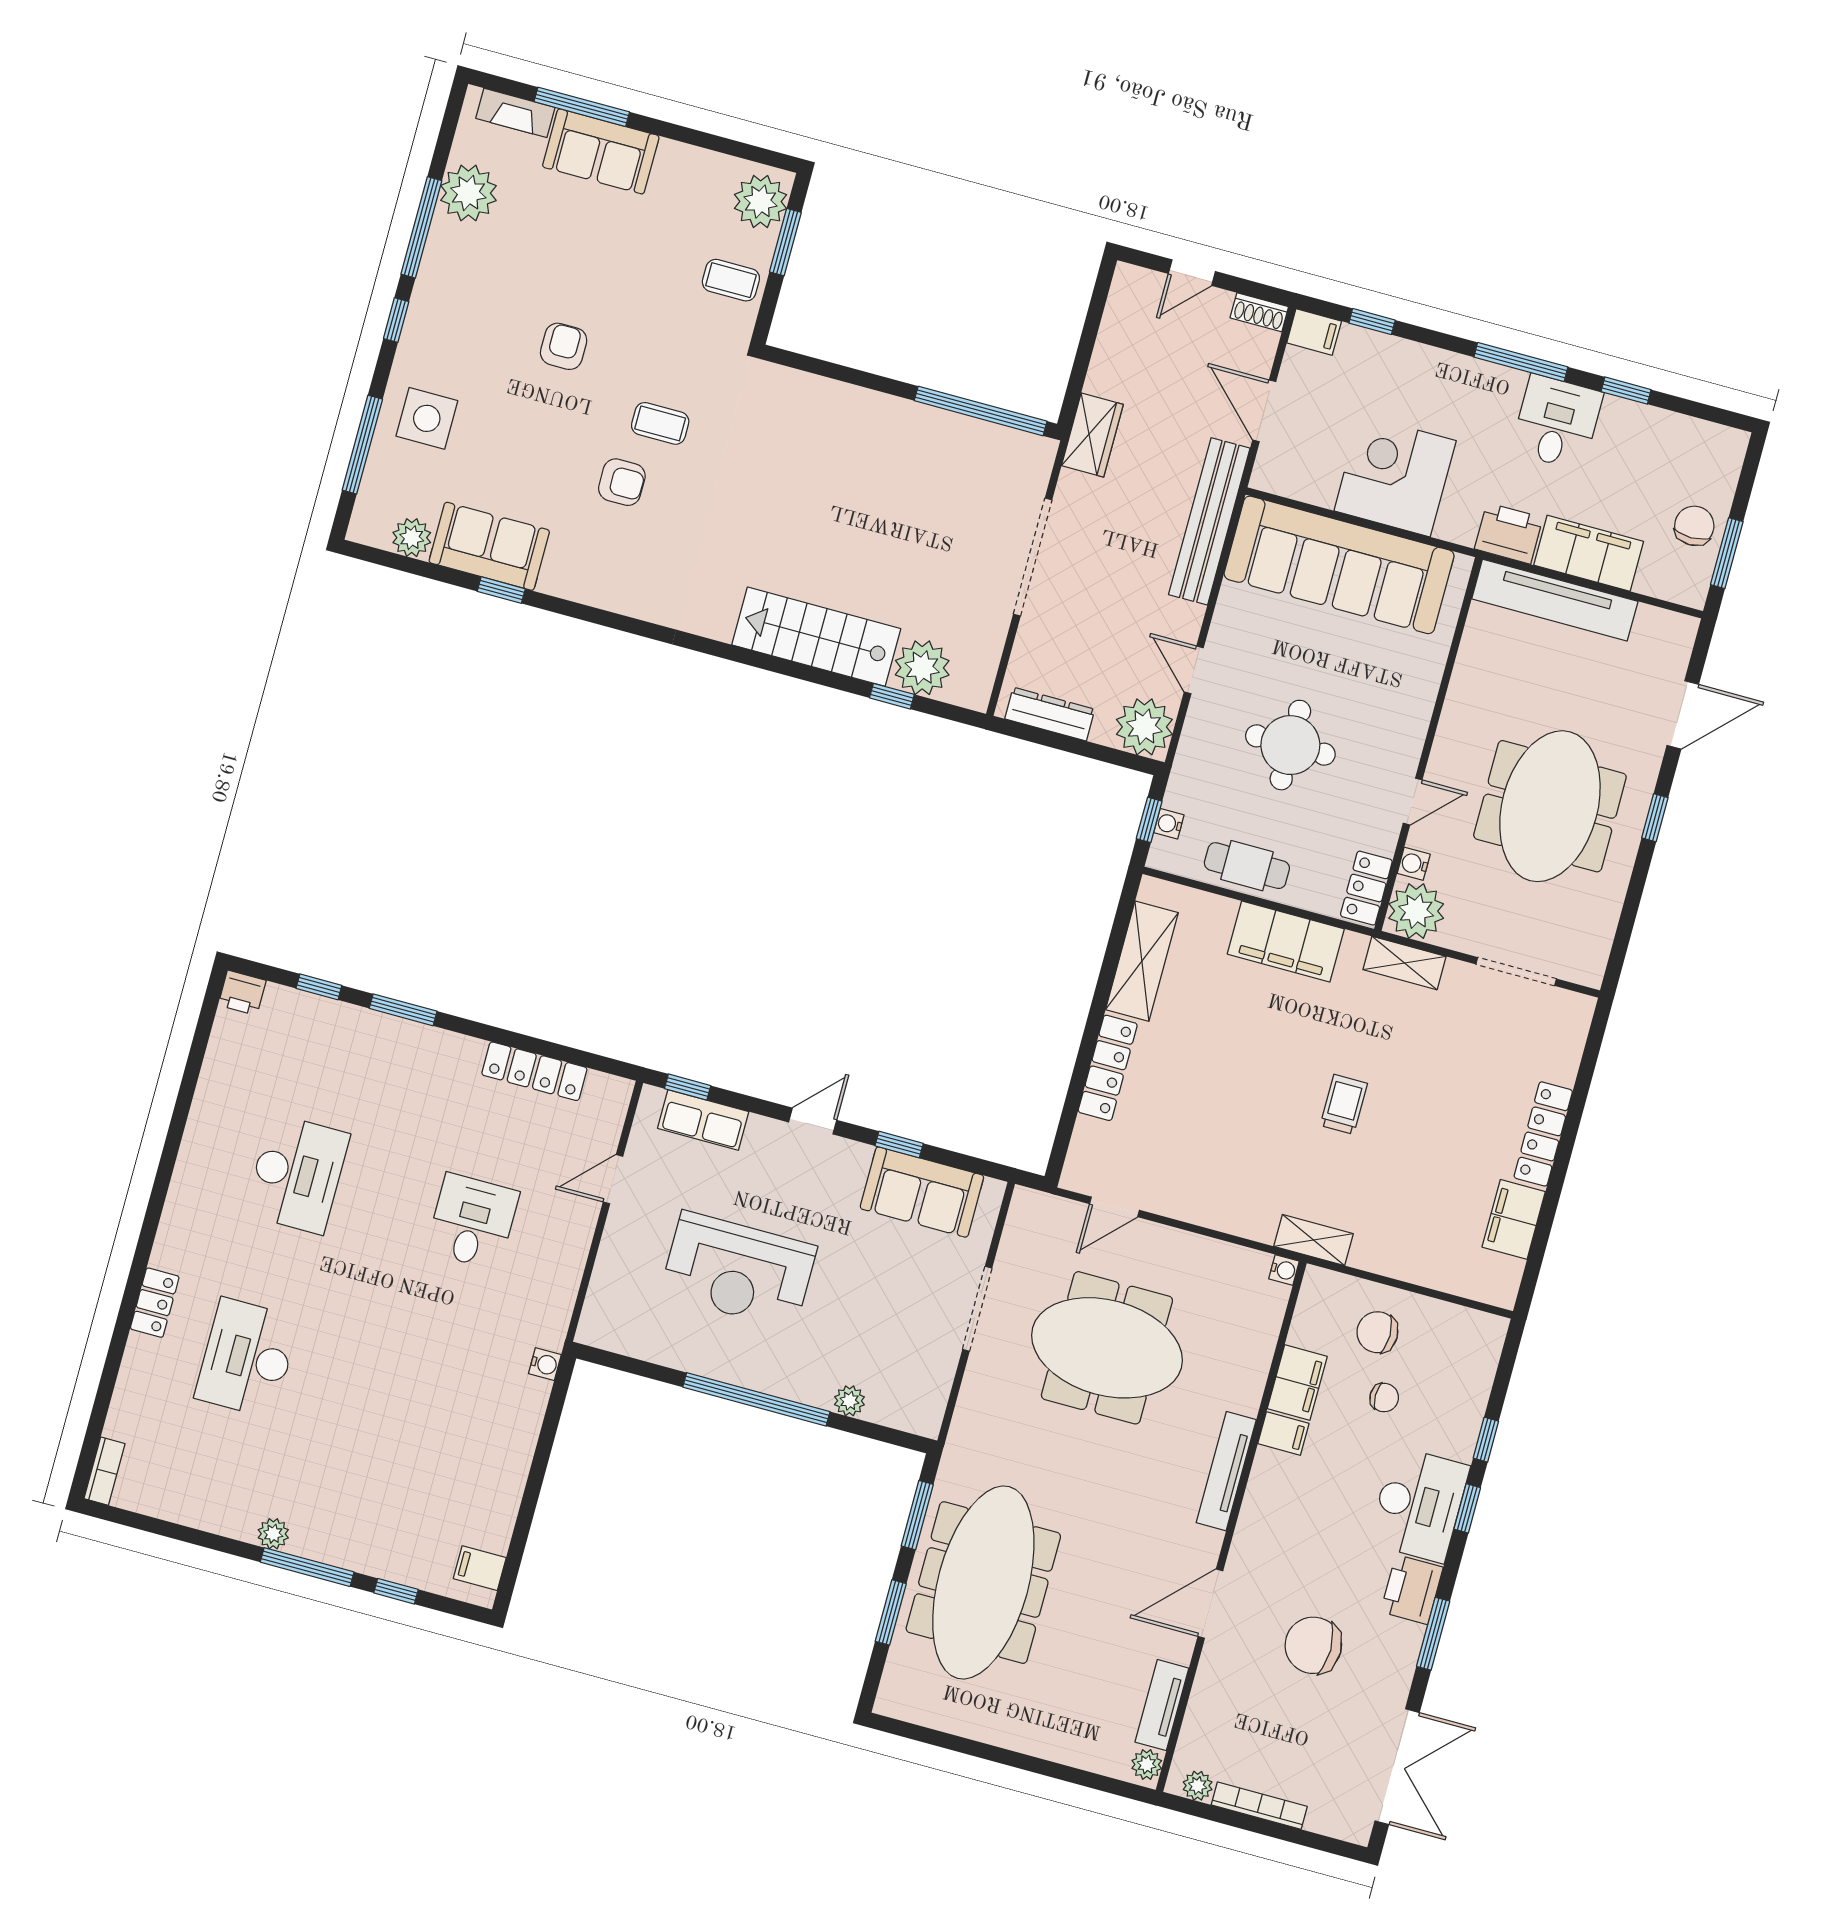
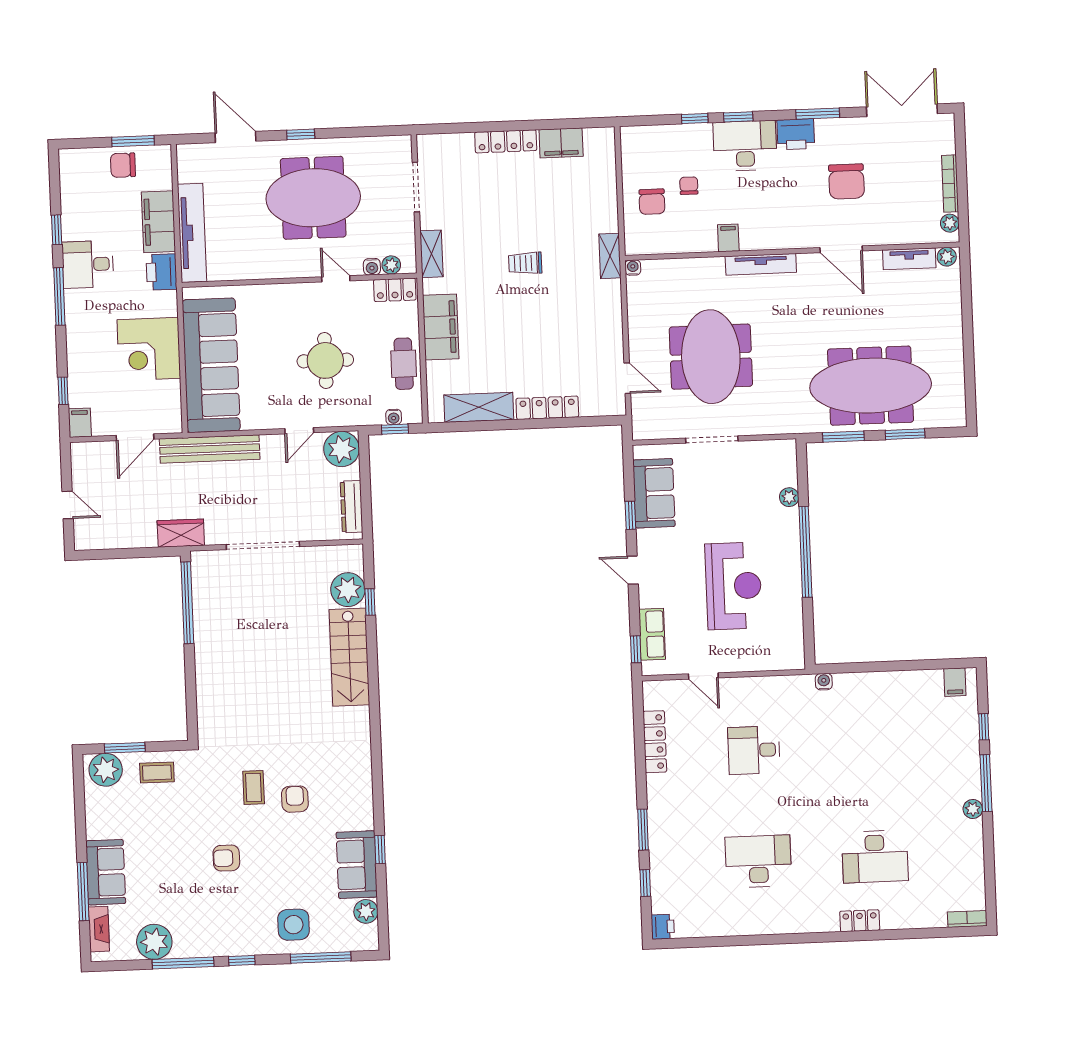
coffee table: (731, 280) -> (157, 773), turned 90
shoe rack: (1259, 312) -> (78, 458), removed
plant: (1416, 911) -> (391, 265), width x0.53, depth x0.53
filing cabinet: (1297, 1382) -> (696, 239), removed

